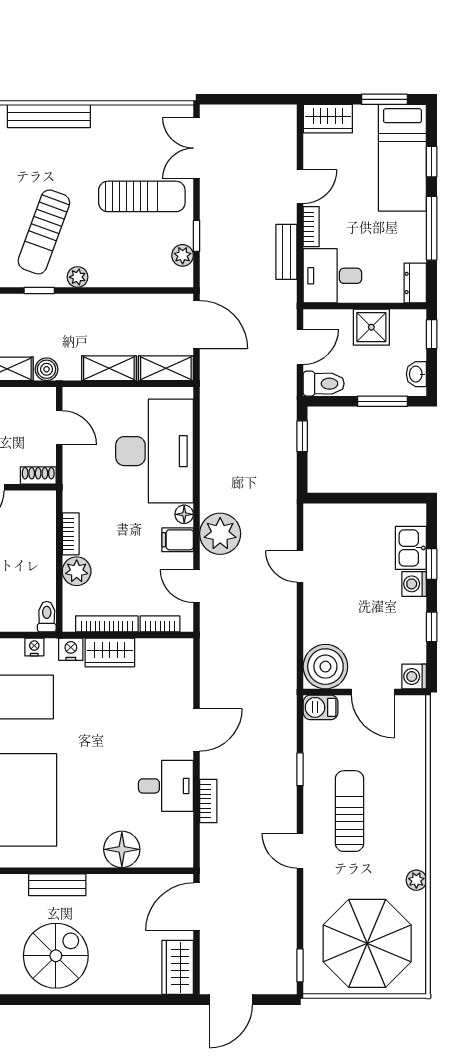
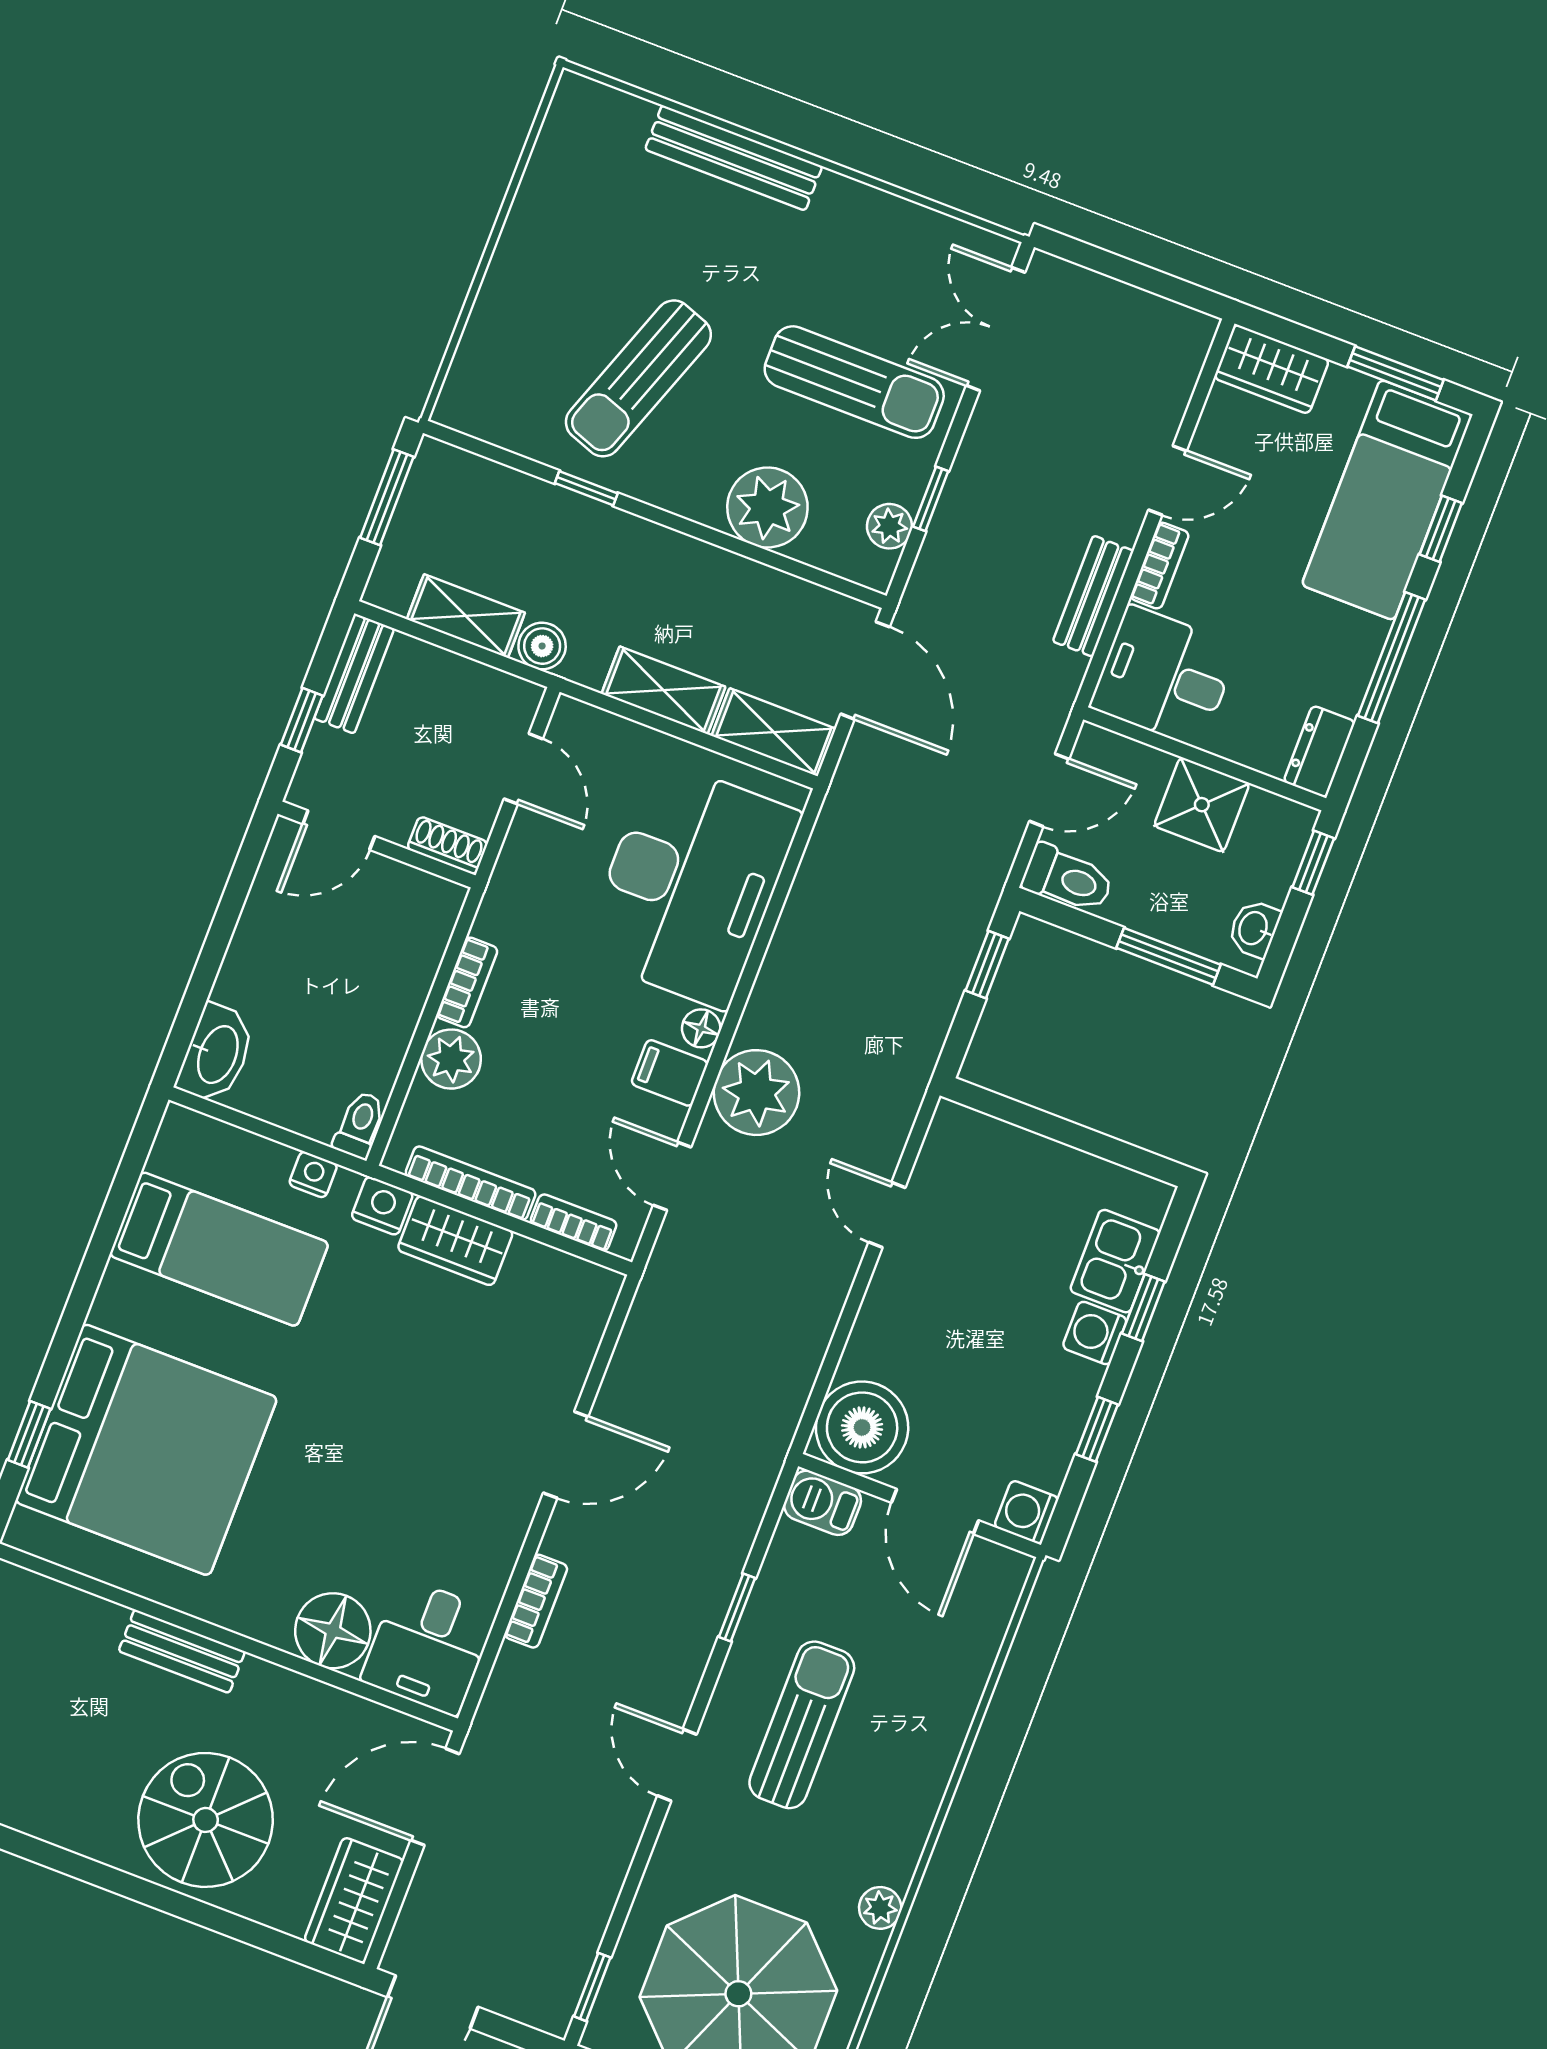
plant: (77, 277) -> (767, 508), moved, width x1.88, depth x1.88
desk: (166, 786) -> (428, 1646), moved, turned 90
spiral stairs: (56, 956) -> (206, 1820), moved, turned -90

